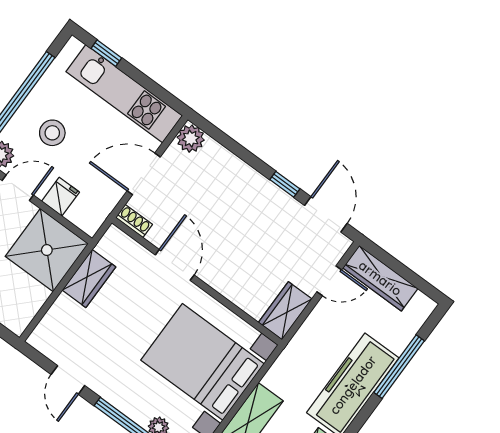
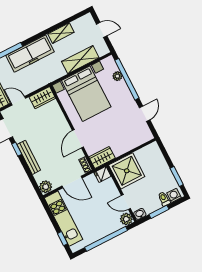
stool: (52, 133) -> (101, 217), removed
bench: (253, 180) -> (29, 157), added
fridge: (60, 197) -> (103, 174), moved
wardrobe: (89, 278) -> (102, 158), moved

